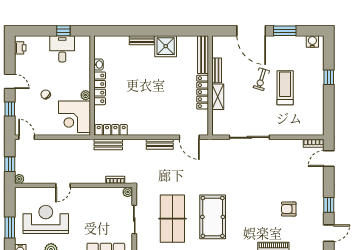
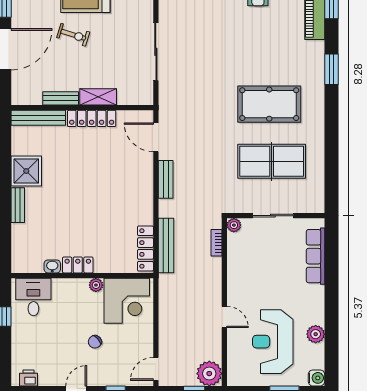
desk: (62, 49) -> (33, 297), moved, turned 90
locker: (100, 88) -> (78, 265), width x0.66
door: (189, 137) -> (156, 137), swing flipped
bench: (108, 144) -> (166, 245), width x1.36
plant: (19, 179) -> (209, 374), width x1.88, depth x1.88

